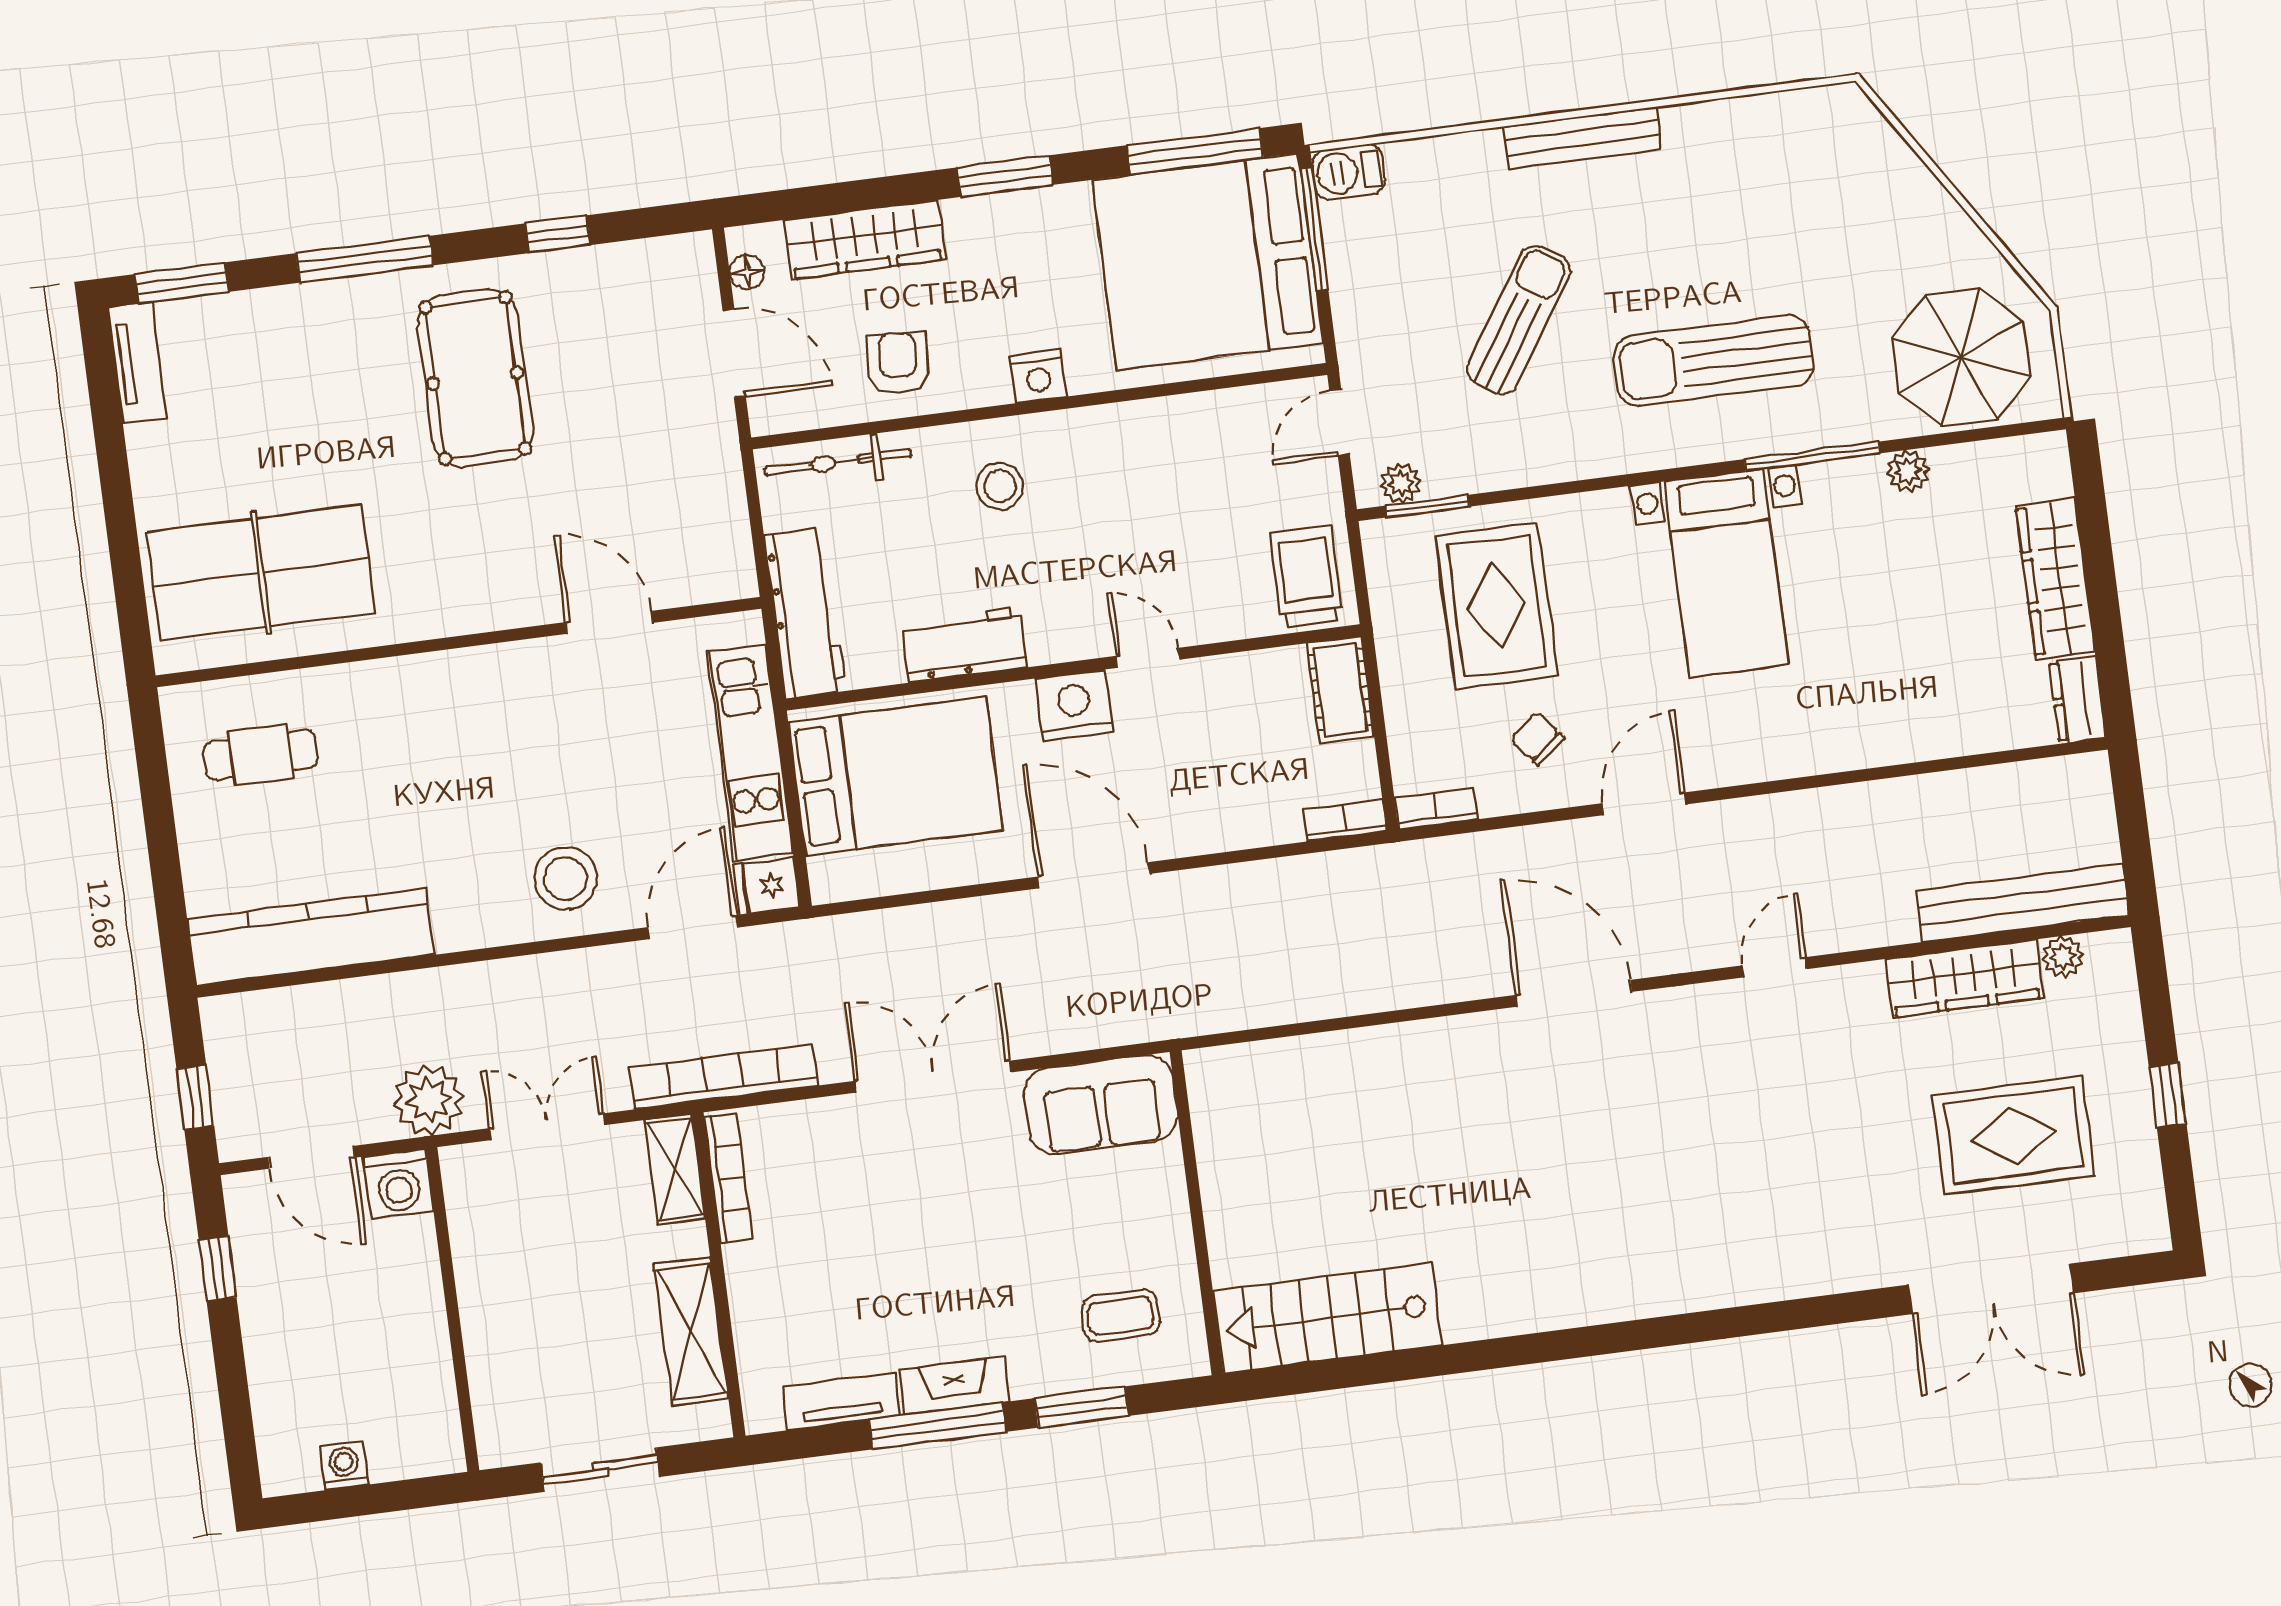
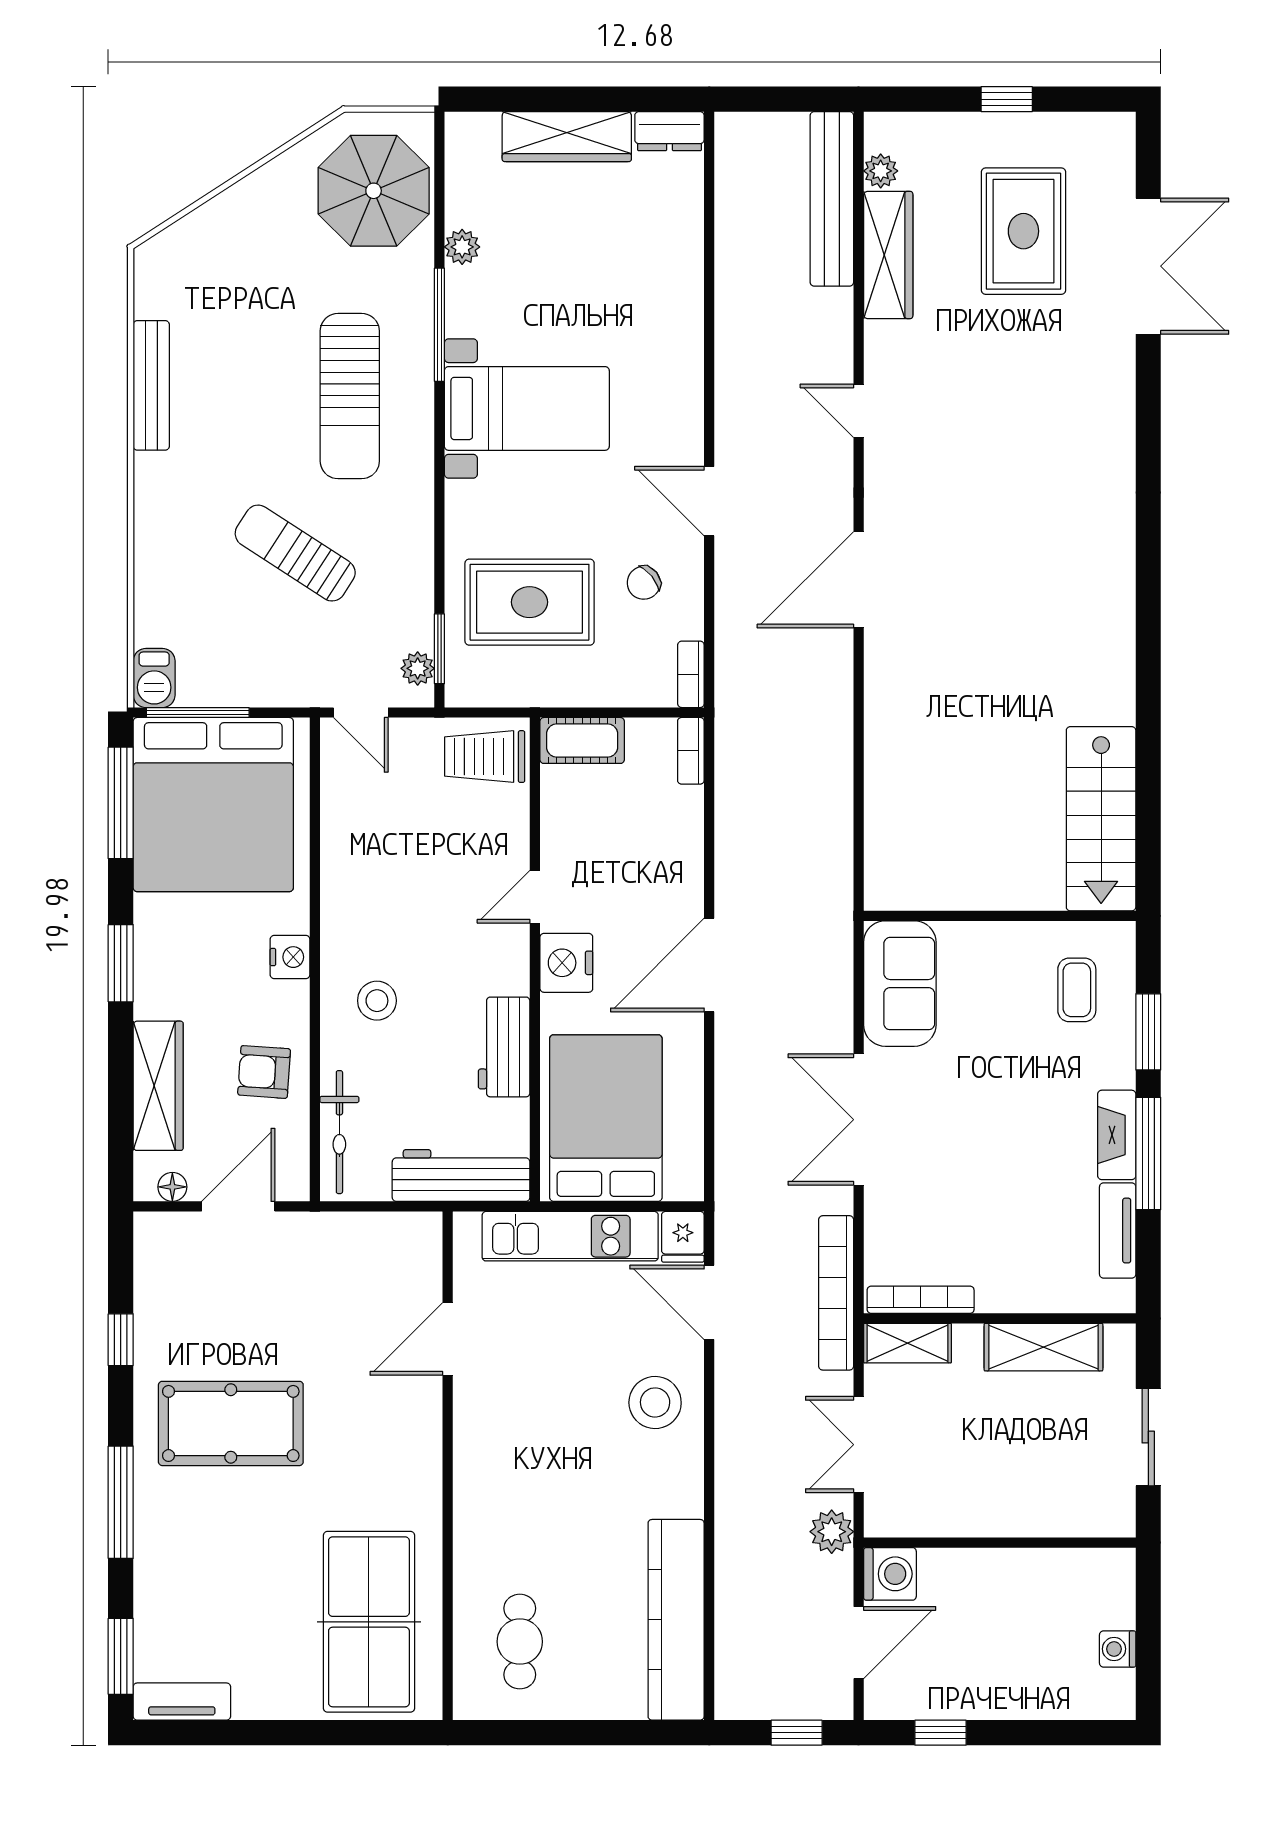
bench: (1582, 138) -> (151, 385), moved
plant: (429, 1100) -> (832, 1532), width x0.73, depth x0.73

